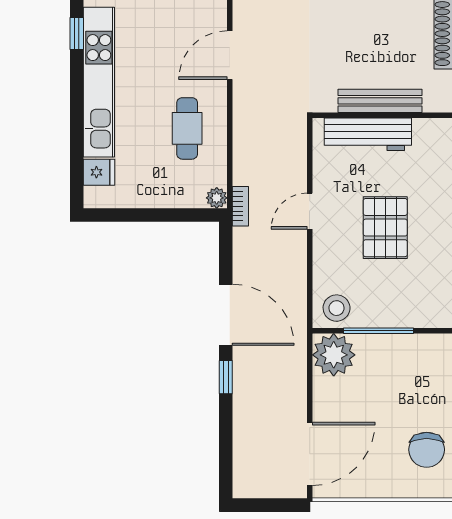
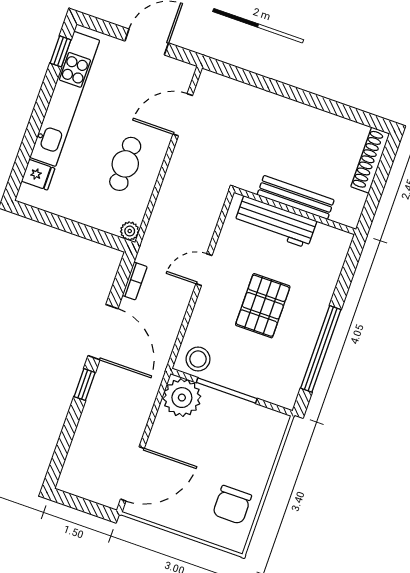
bookcase: (240, 206) -> (135, 281), moved

